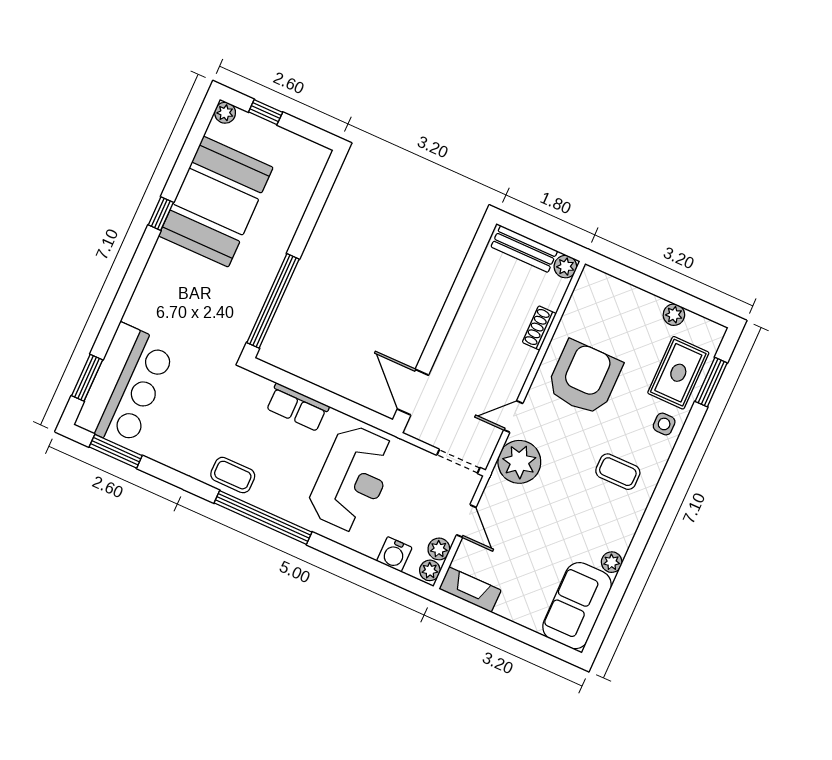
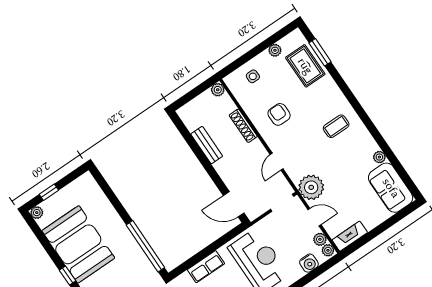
bench: (524, 249) -> (207, 145), moved, turned 90
shoe rack: (539, 328) -> (243, 126), width x1.43
armchair: (584, 378) -> (279, 114), width x0.53, depth x0.53
side table: (664, 424) -> (253, 76), moved
plant: (519, 462) -> (311, 187), moved

